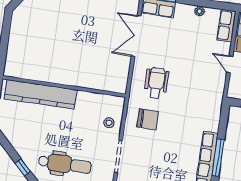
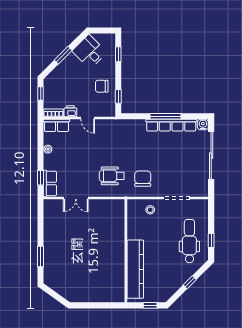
double door: (136, 36) -> (76, 198), width x0.73
door: (230, 64) -> (88, 118), hinge flipped
window: (23, 167) -> (190, 282), moved

